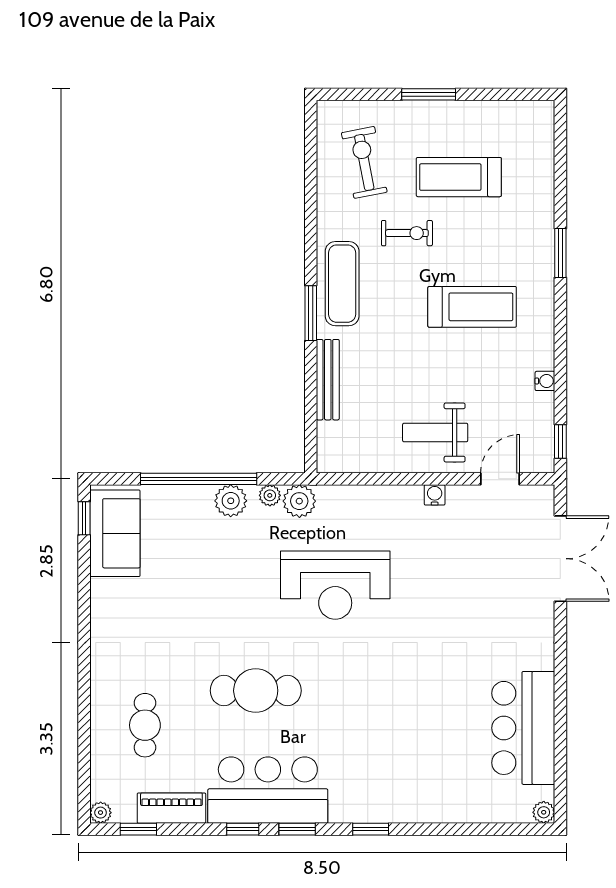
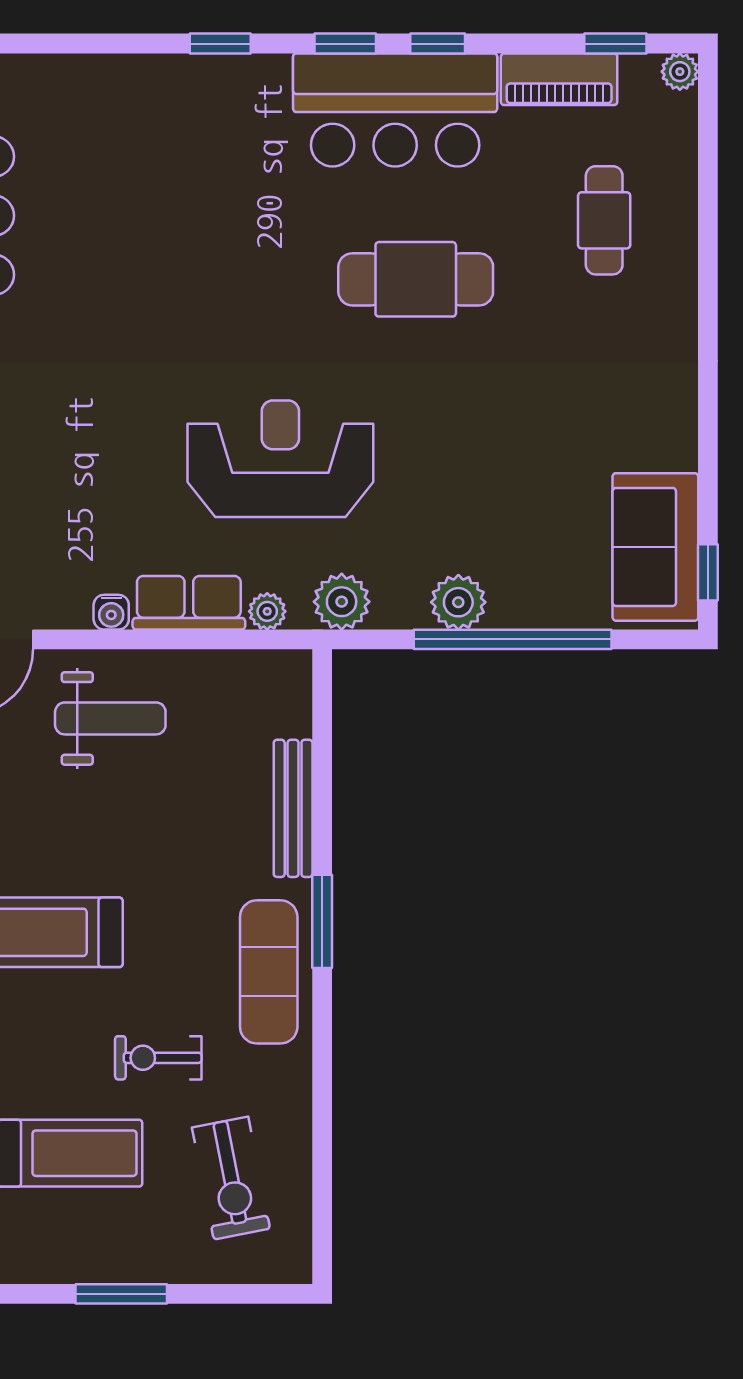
plant: (270, 495) -> (267, 611), moved
row of seats: (389, 500) -> (189, 603), added

